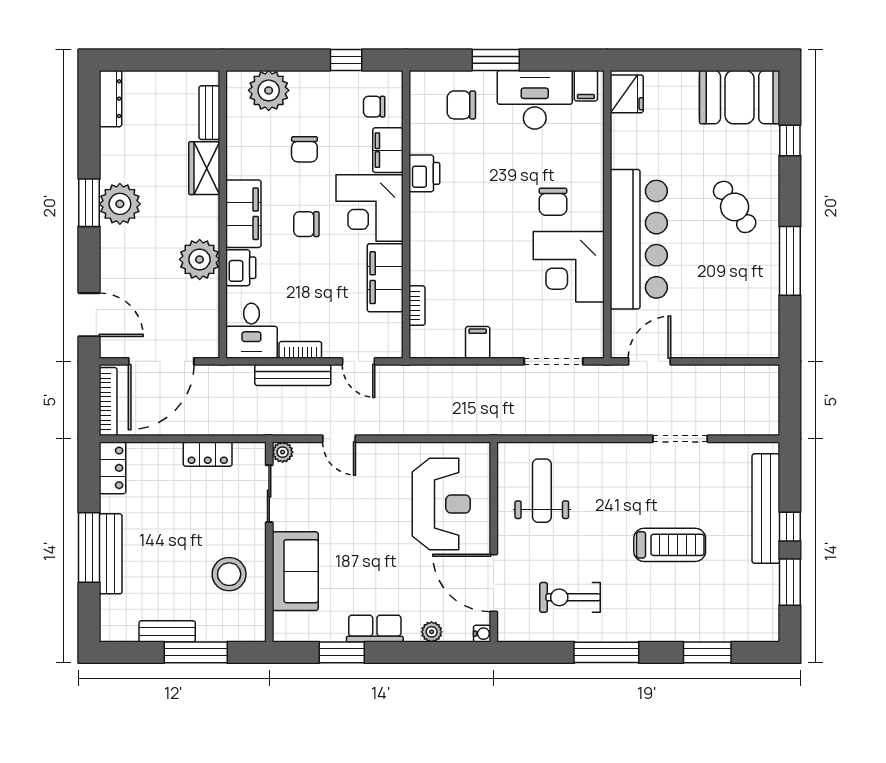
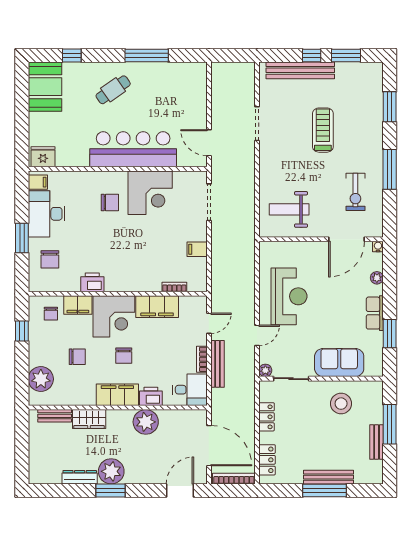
dresser: (110, 99) -> (80, 477), moved
locker: (113, 468) -> (267, 460), moved, turned 90
reception desk: (441, 504) -> (289, 296), moved, turned 90

